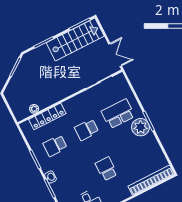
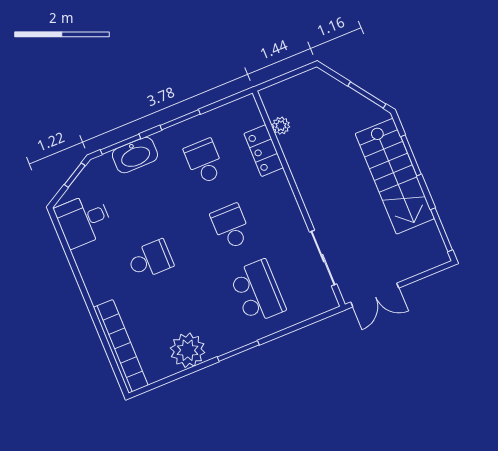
stairs: (75, 39) -> (395, 176), moved
locker: (47, 116) -> (264, 151), width x0.66
plant: (141, 127) -> (188, 350), moved
washbasin: (50, 177) -> (135, 155), width x1.91, depth x1.45

